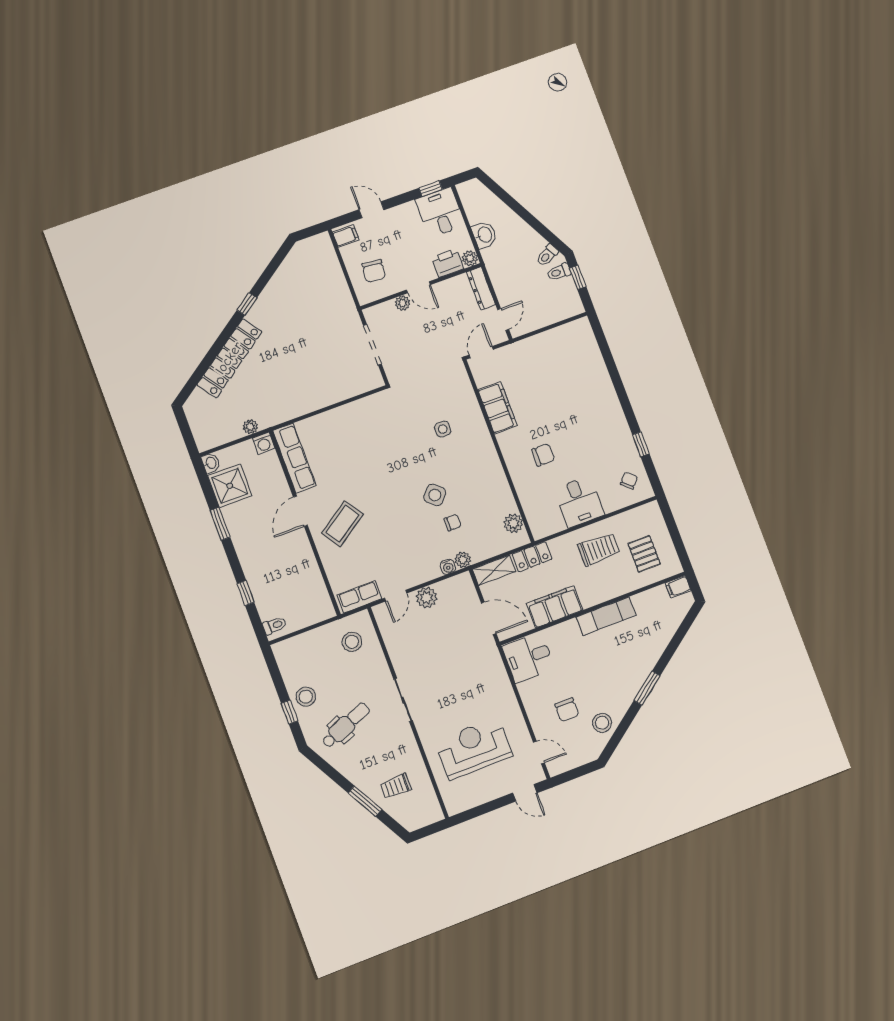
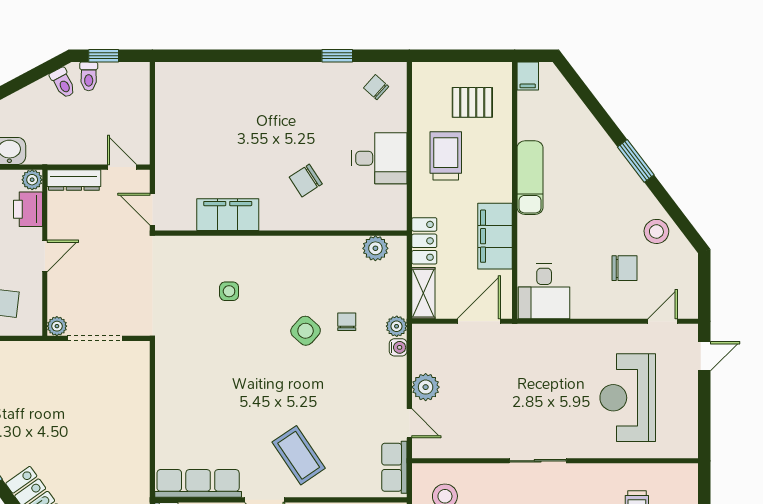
plant: (402, 303) -> (57, 326), moved
chair: (543, 455) -> (306, 181), turned -123

